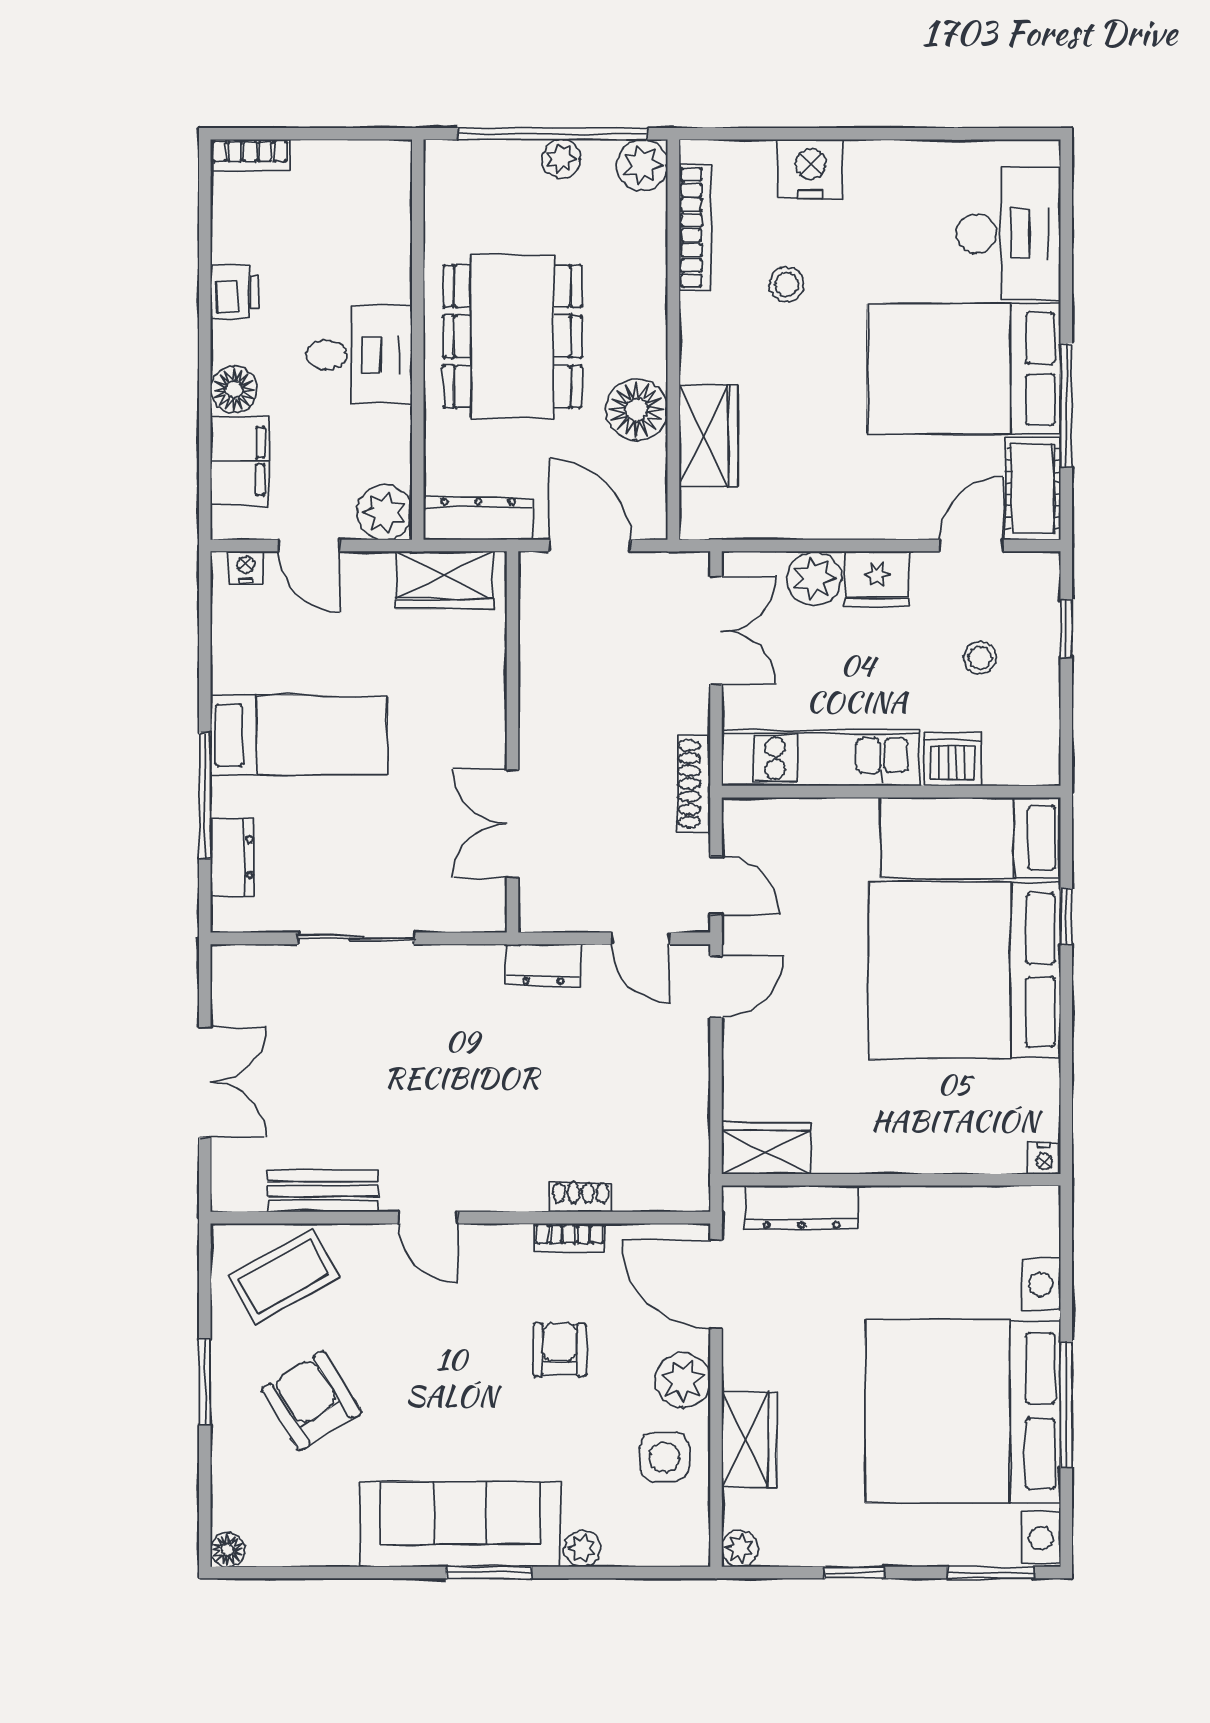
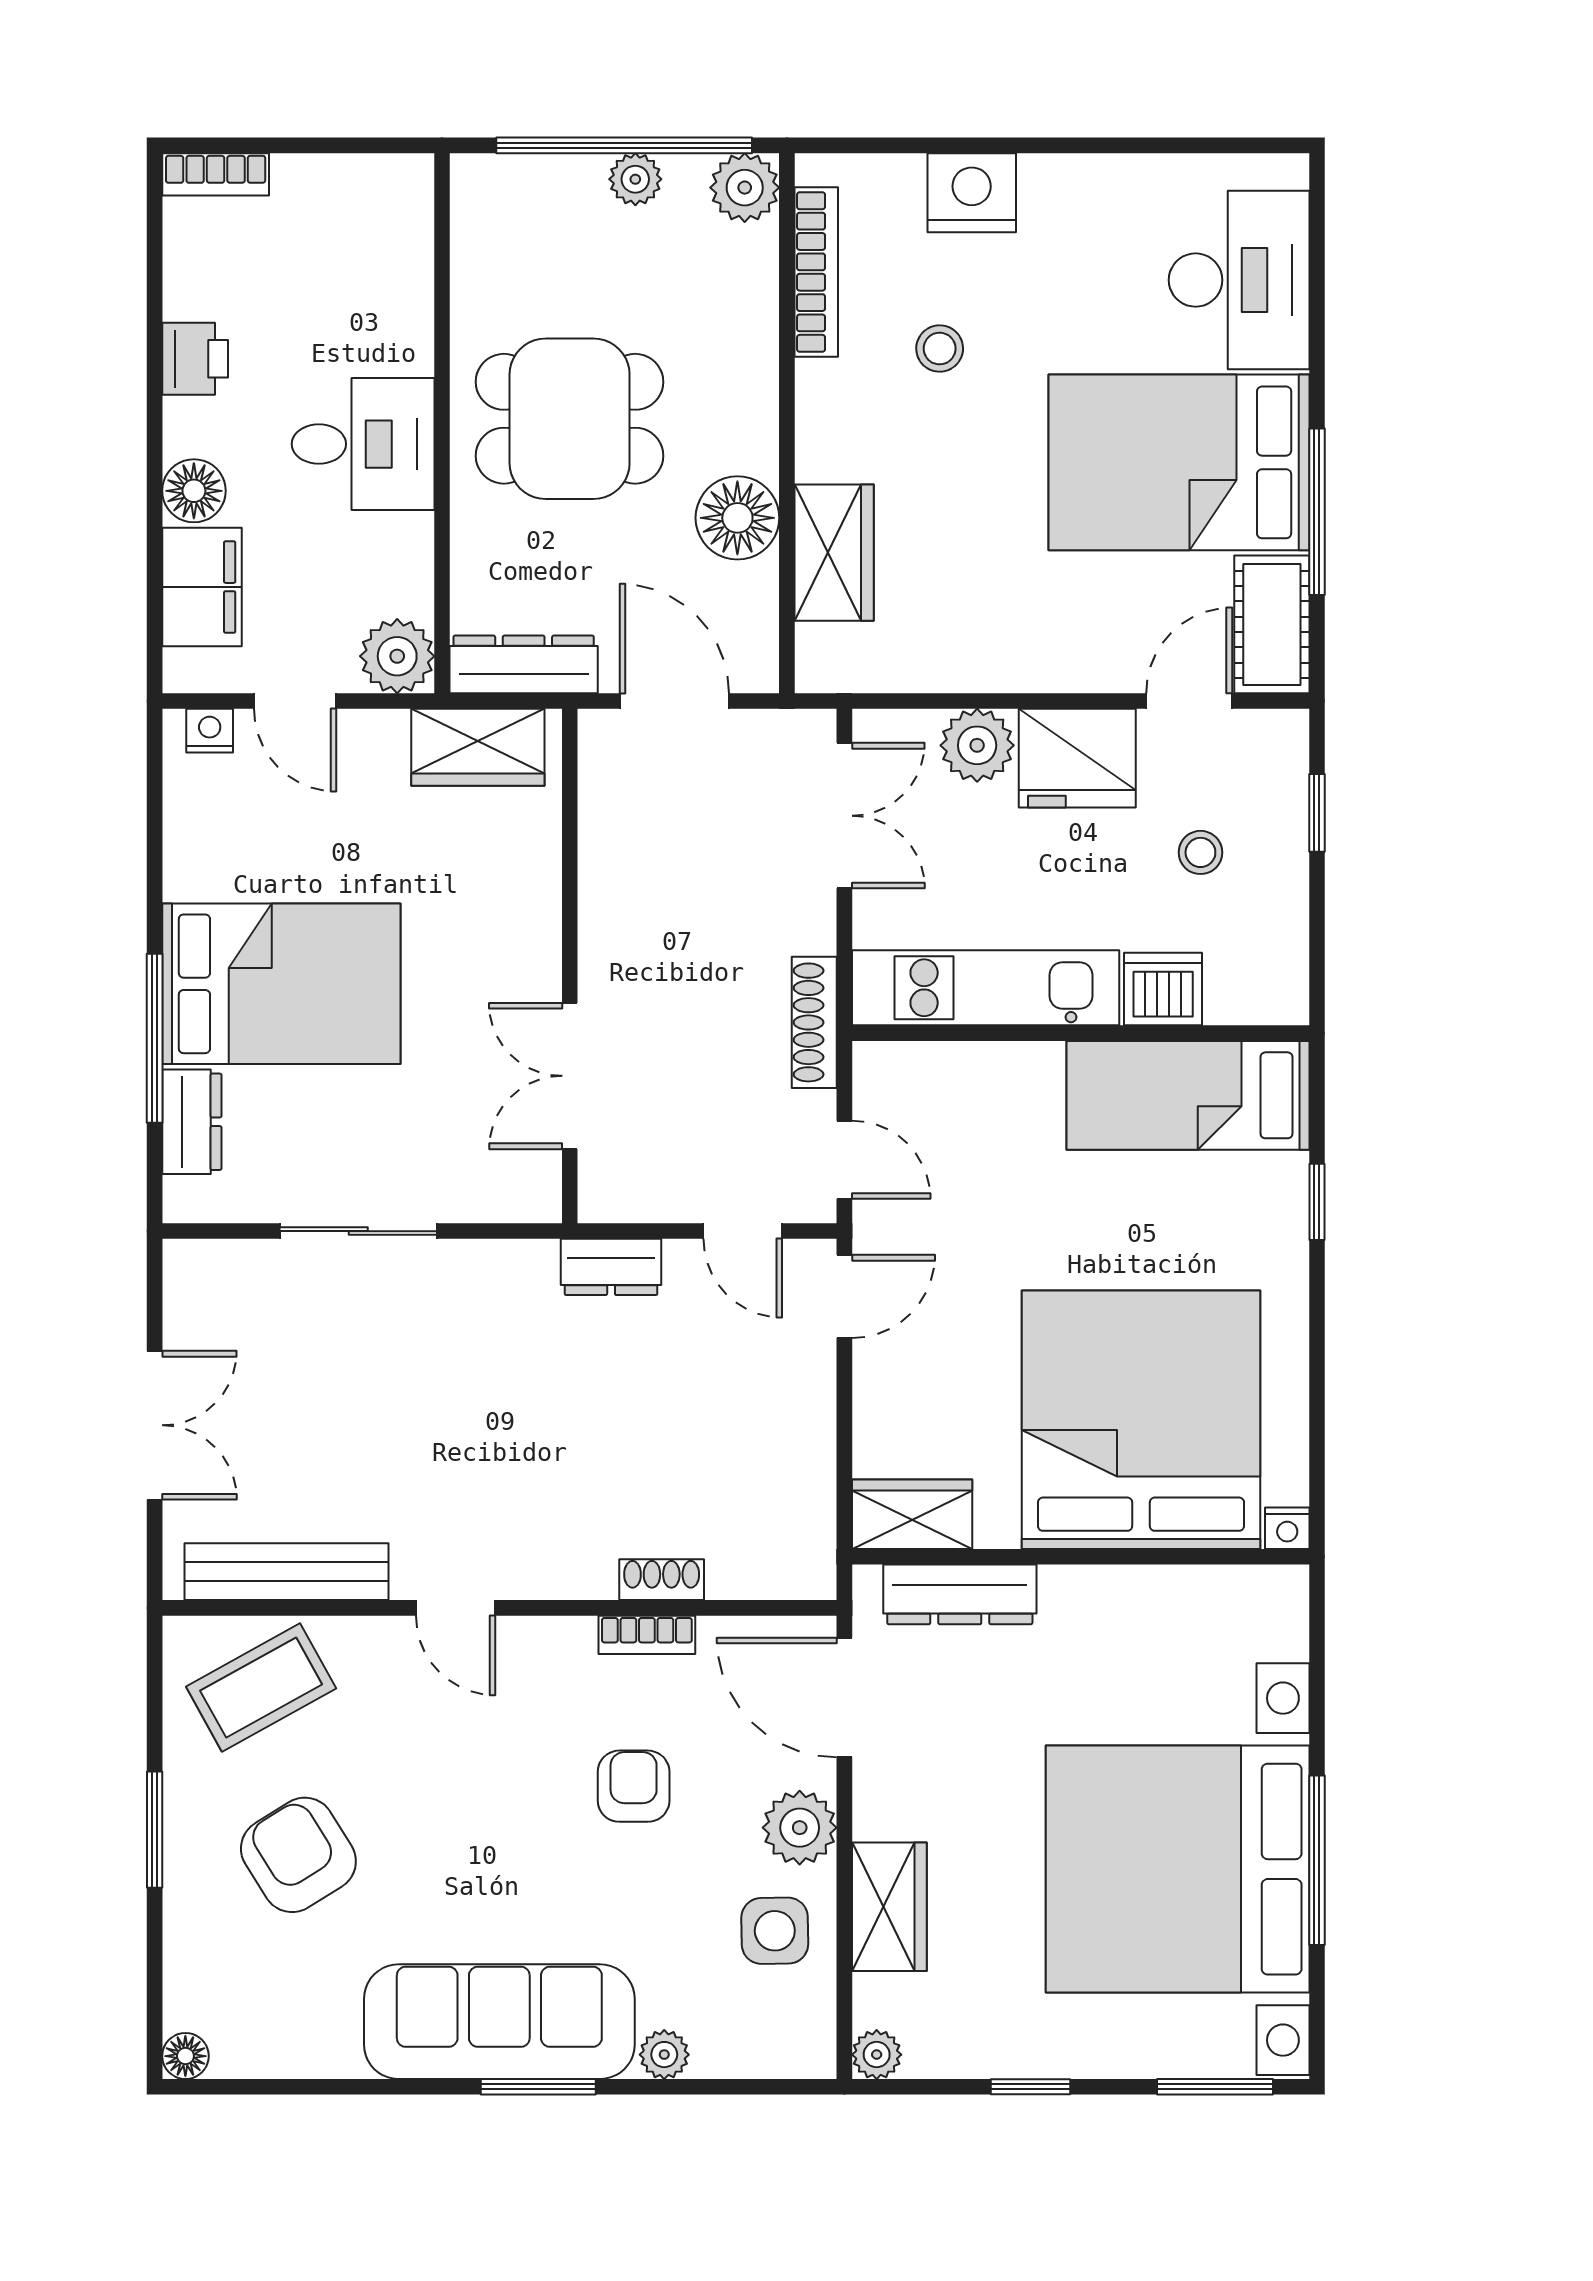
dining table: (512, 336) -> (570, 419), width x0.73
fridge: (877, 579) -> (1077, 758), width x1.36, depth x1.34
bed: (299, 735) -> (281, 984), width x1.50
bed: (965, 970) -> (1141, 1420), moved, turned 90
bench: (323, 1191) -> (286, 1572), width x1.36

